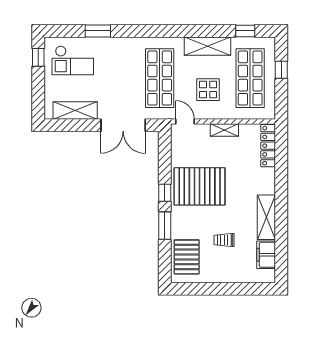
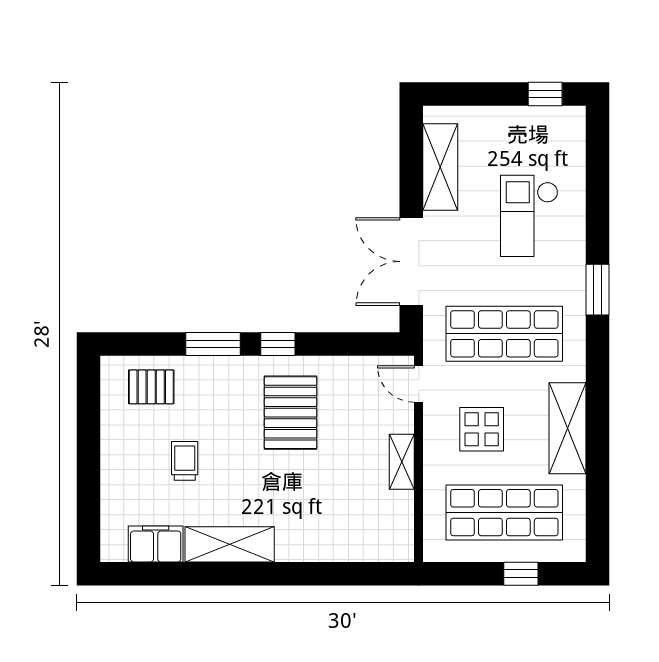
window: (98, 31) -> (597, 290), moved
window: (245, 31) -> (597, 503), removed
checkout: (73, 60) -> (529, 216), moved
door: (185, 122) -> (419, 384), swing flipped
locker: (268, 146) -> (371, 548), removed
pallet: (200, 186) -> (291, 413), width x0.73, depth x0.71
pallet: (187, 257) -> (151, 387), width x0.67, depth x0.71

